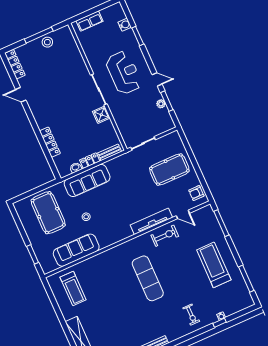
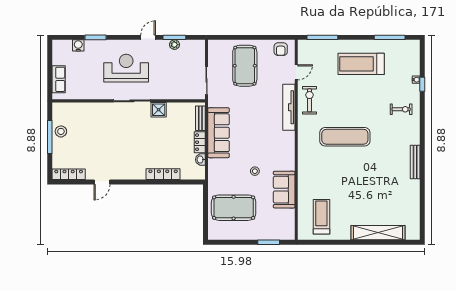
sofa: (87, 180) -> (219, 133), moved
sofa: (76, 250) -> (284, 190), width x0.73
treadmill: (73, 289) -> (321, 217), turned -90

